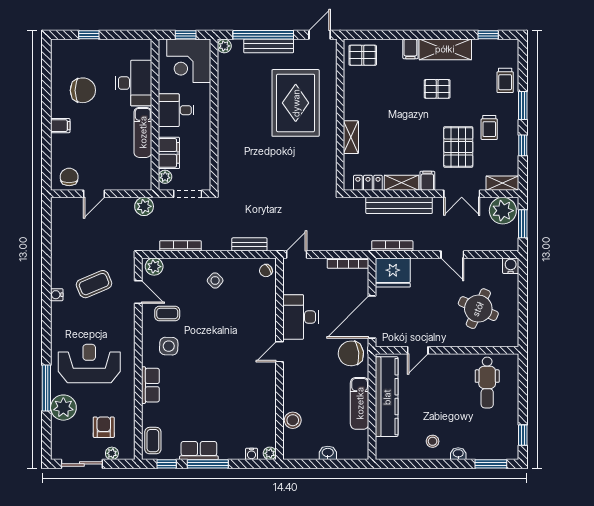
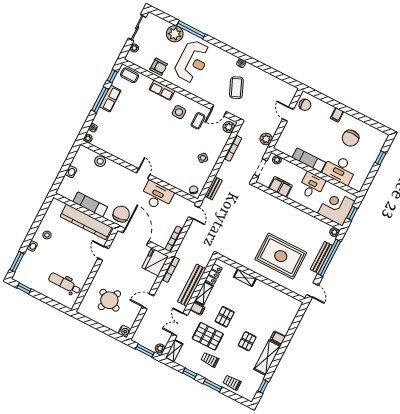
pallet: (363, 55) -> (225, 317), moved
filing cabinet: (169, 153) -> (280, 187), moved, turned 180
plant: (503, 211) -> (160, 348), width x0.53, depth x0.53
armchair: (104, 427) -> (159, 67), moved

